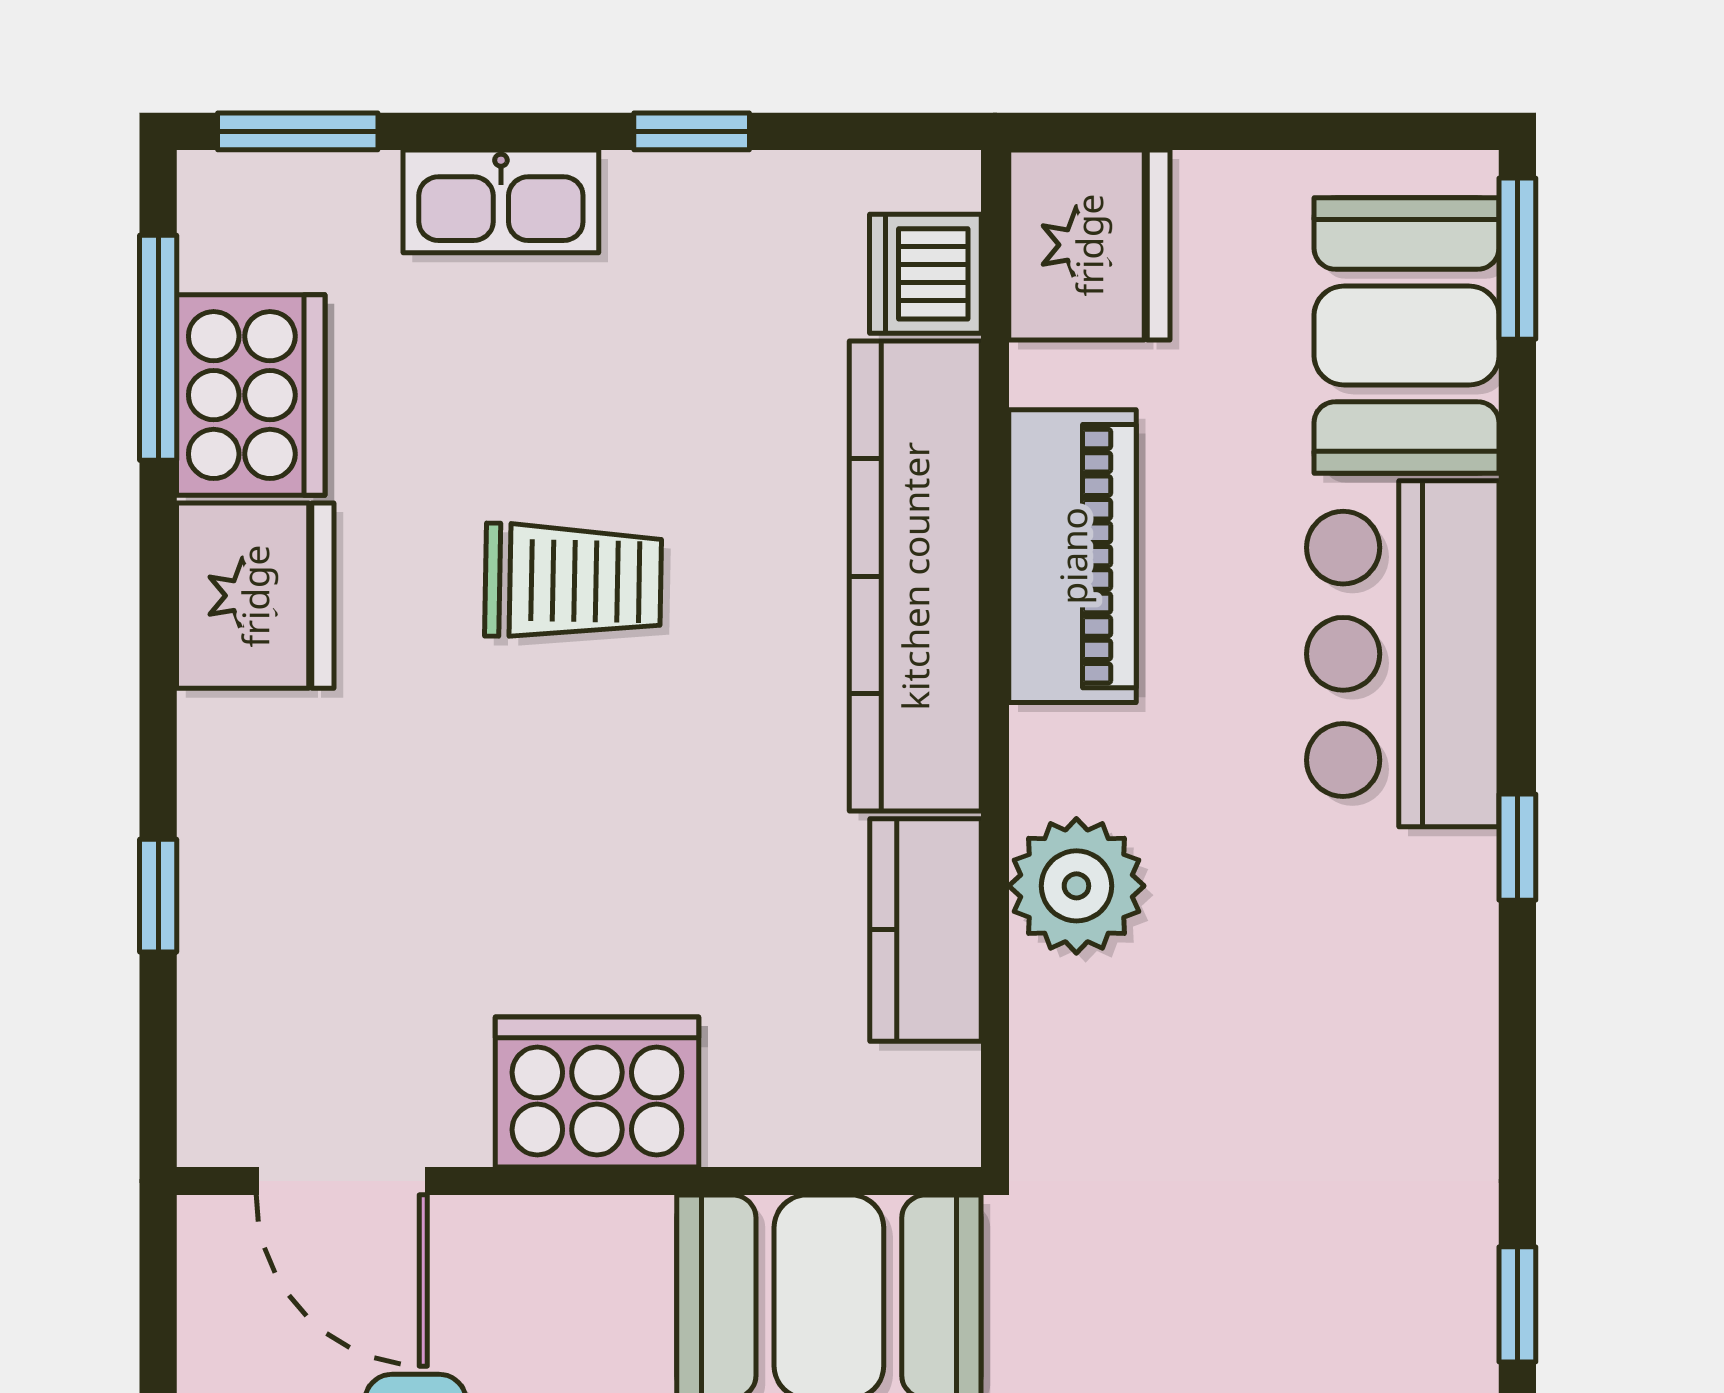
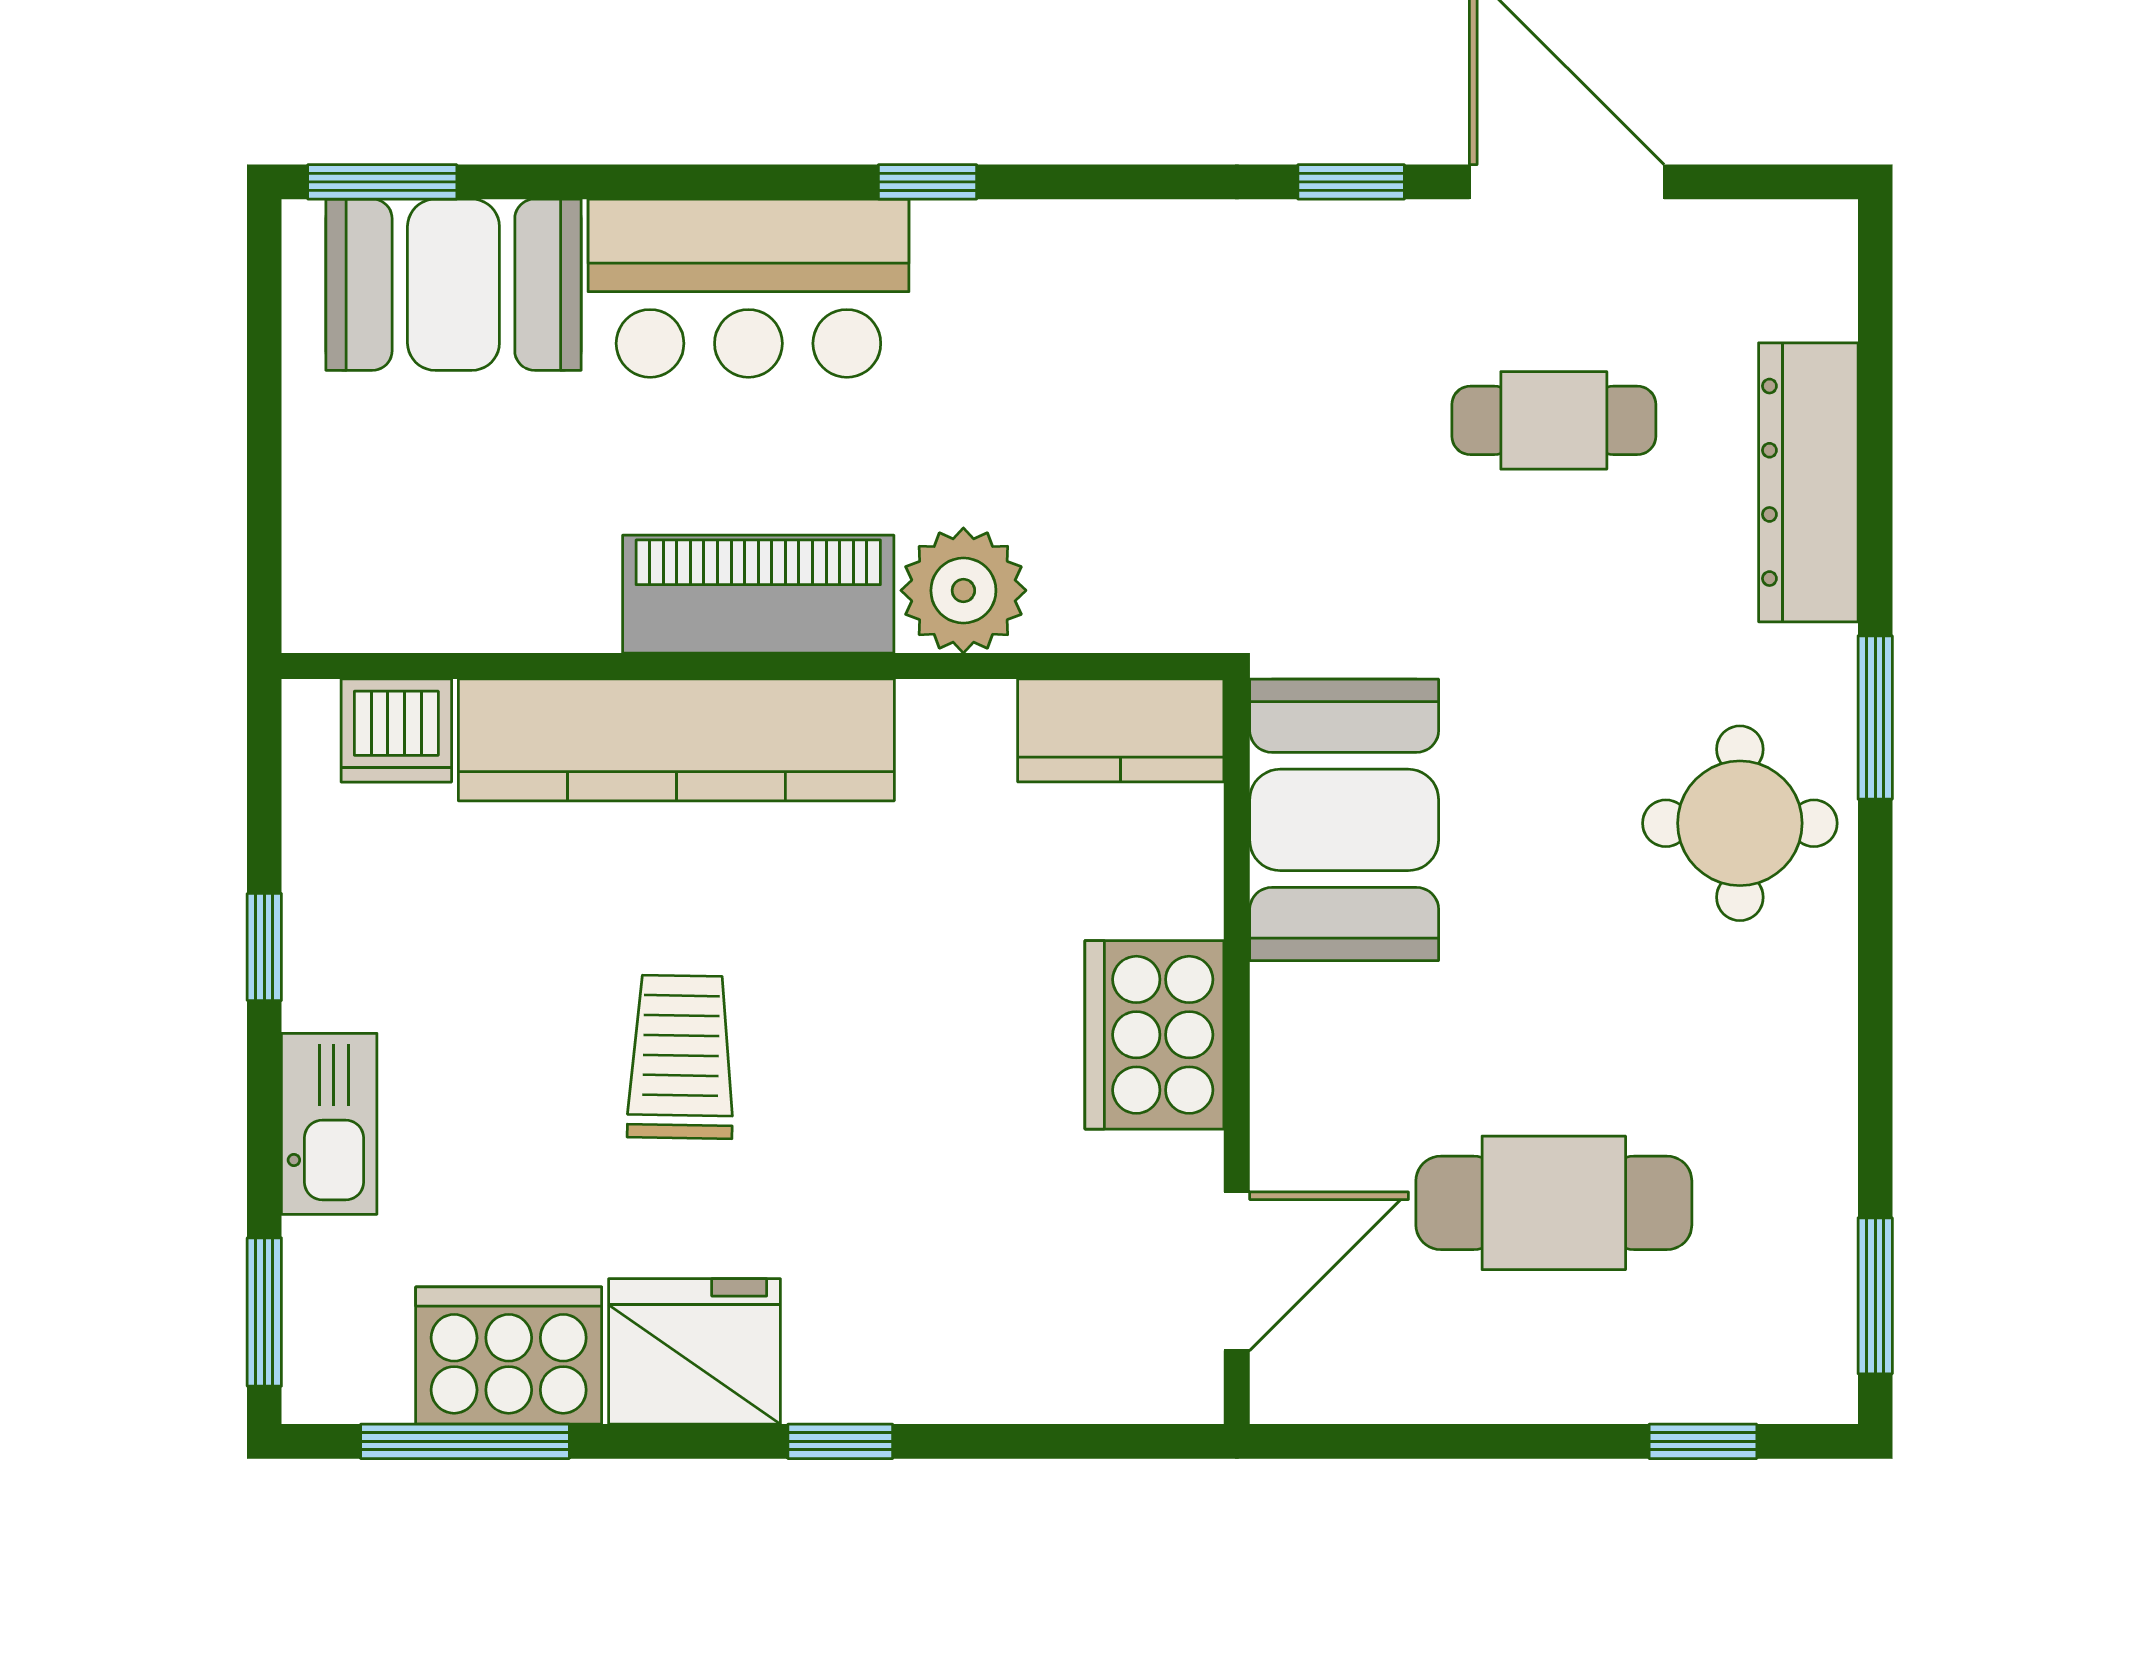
fridge: (1089, 245) -> (370, 579), removed
piano: (1073, 556) -> (758, 594), moved
window: (158, 896) -> (840, 1441), moved
kitchen counter: (925, 930) -> (1121, 730), moved

